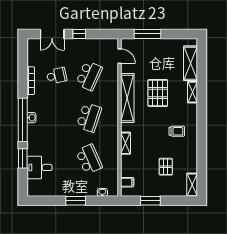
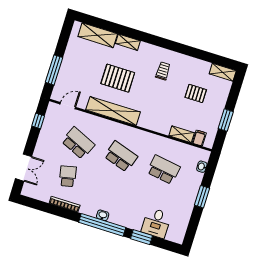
window: (79, 34) -> (38, 121), moved
shelving: (125, 143) -> (182, 134), moved
school desk: (89, 159) -> (163, 170), turned 33

